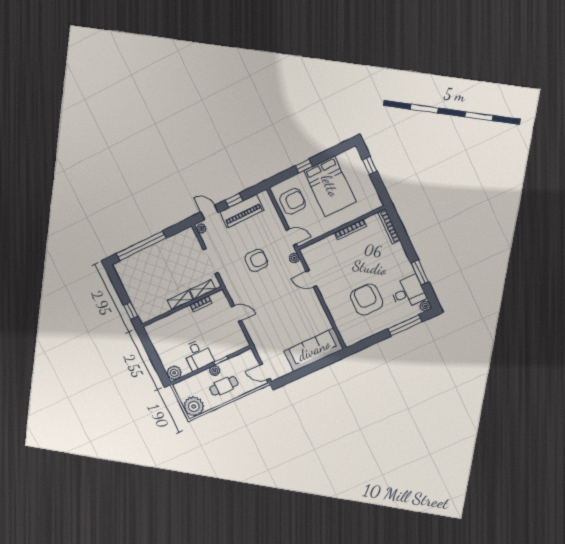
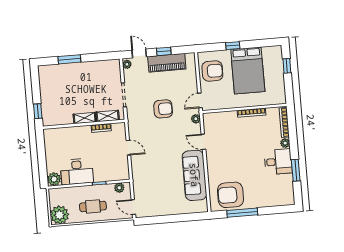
door: (291, 237) -> (200, 100), swing flipped
window: (141, 246) -> (69, 59), width x0.47
desk: (408, 292) -> (278, 162), moved
armchair: (367, 300) -> (231, 195), moved, turned -90
plant: (425, 306) -> (285, 143), moved
window: (405, 325) -> (242, 213), moved
sofa: (314, 350) -> (194, 175), moved, turned -90
desk: (198, 355) -> (77, 172), width x1.37
plant: (215, 371) -> (119, 188), moved

